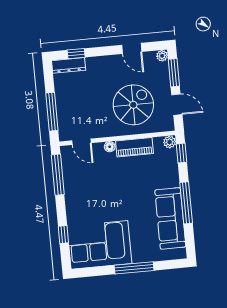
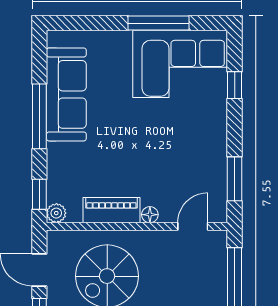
door: (82, 142) -> (193, 226), hinge flipped
window: (58, 175) -> (235, 179), width x0.69
window: (134, 268) -> (159, 23), moved

